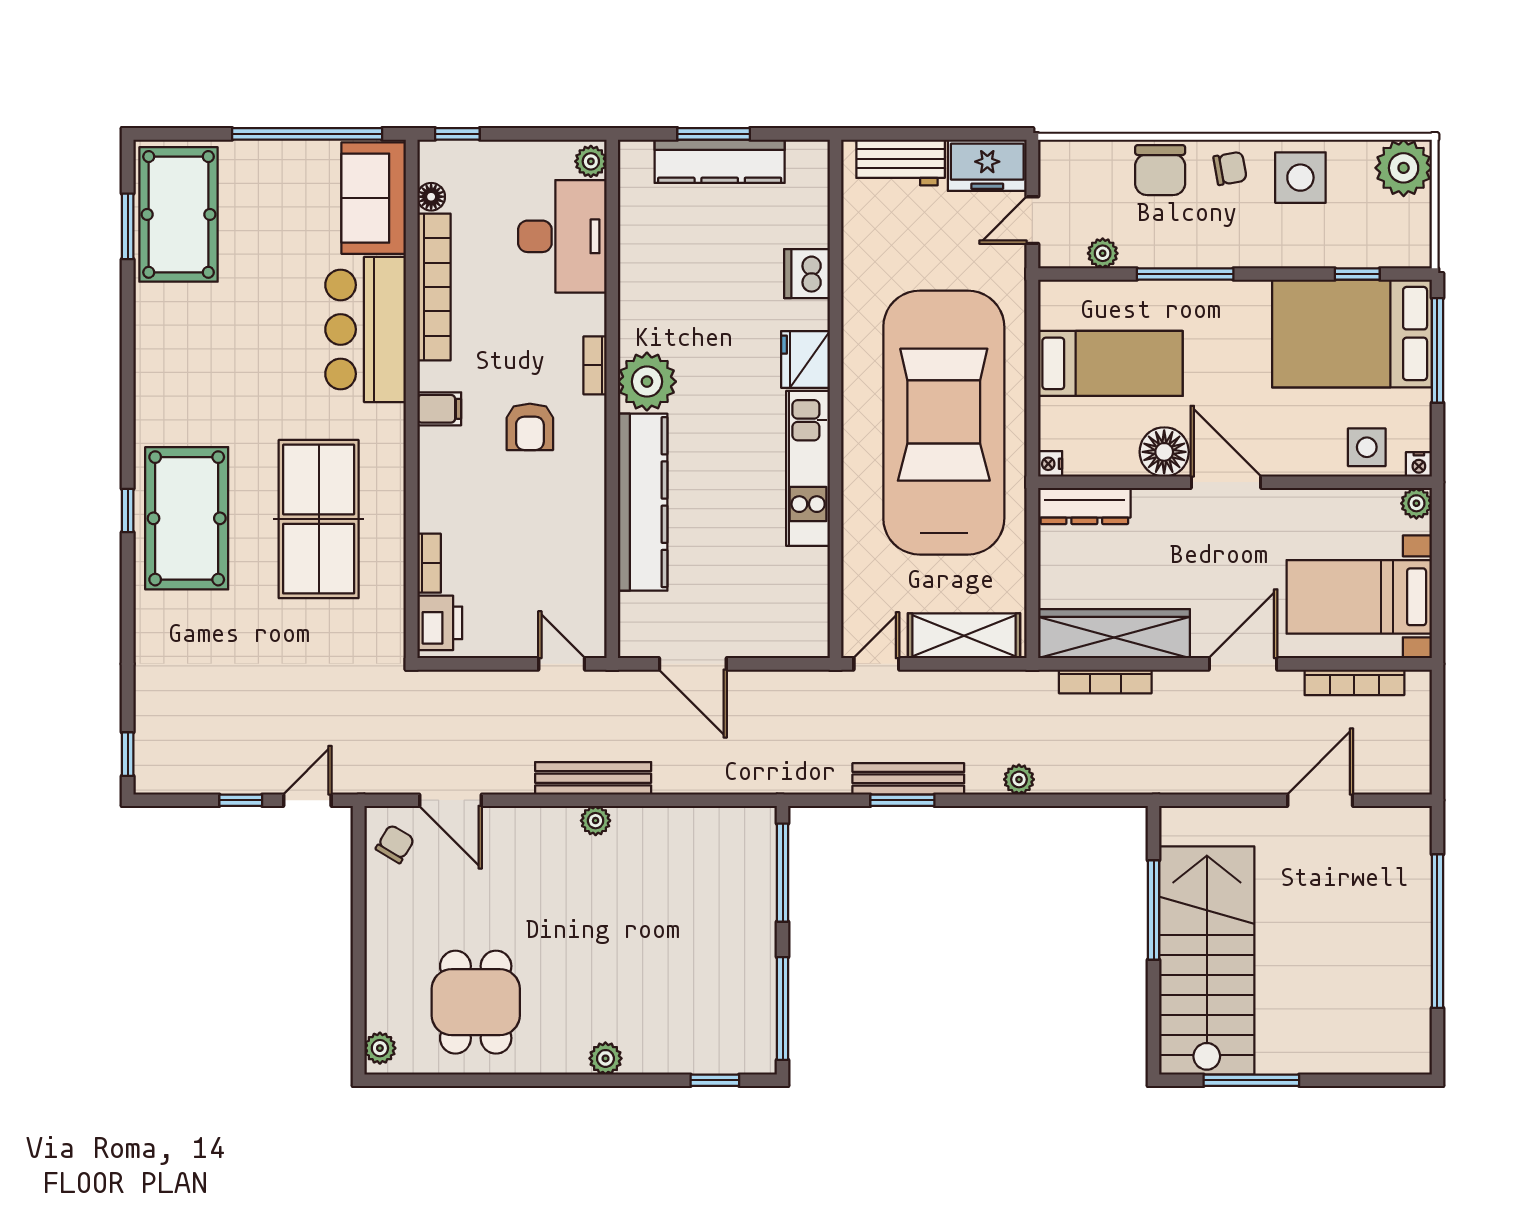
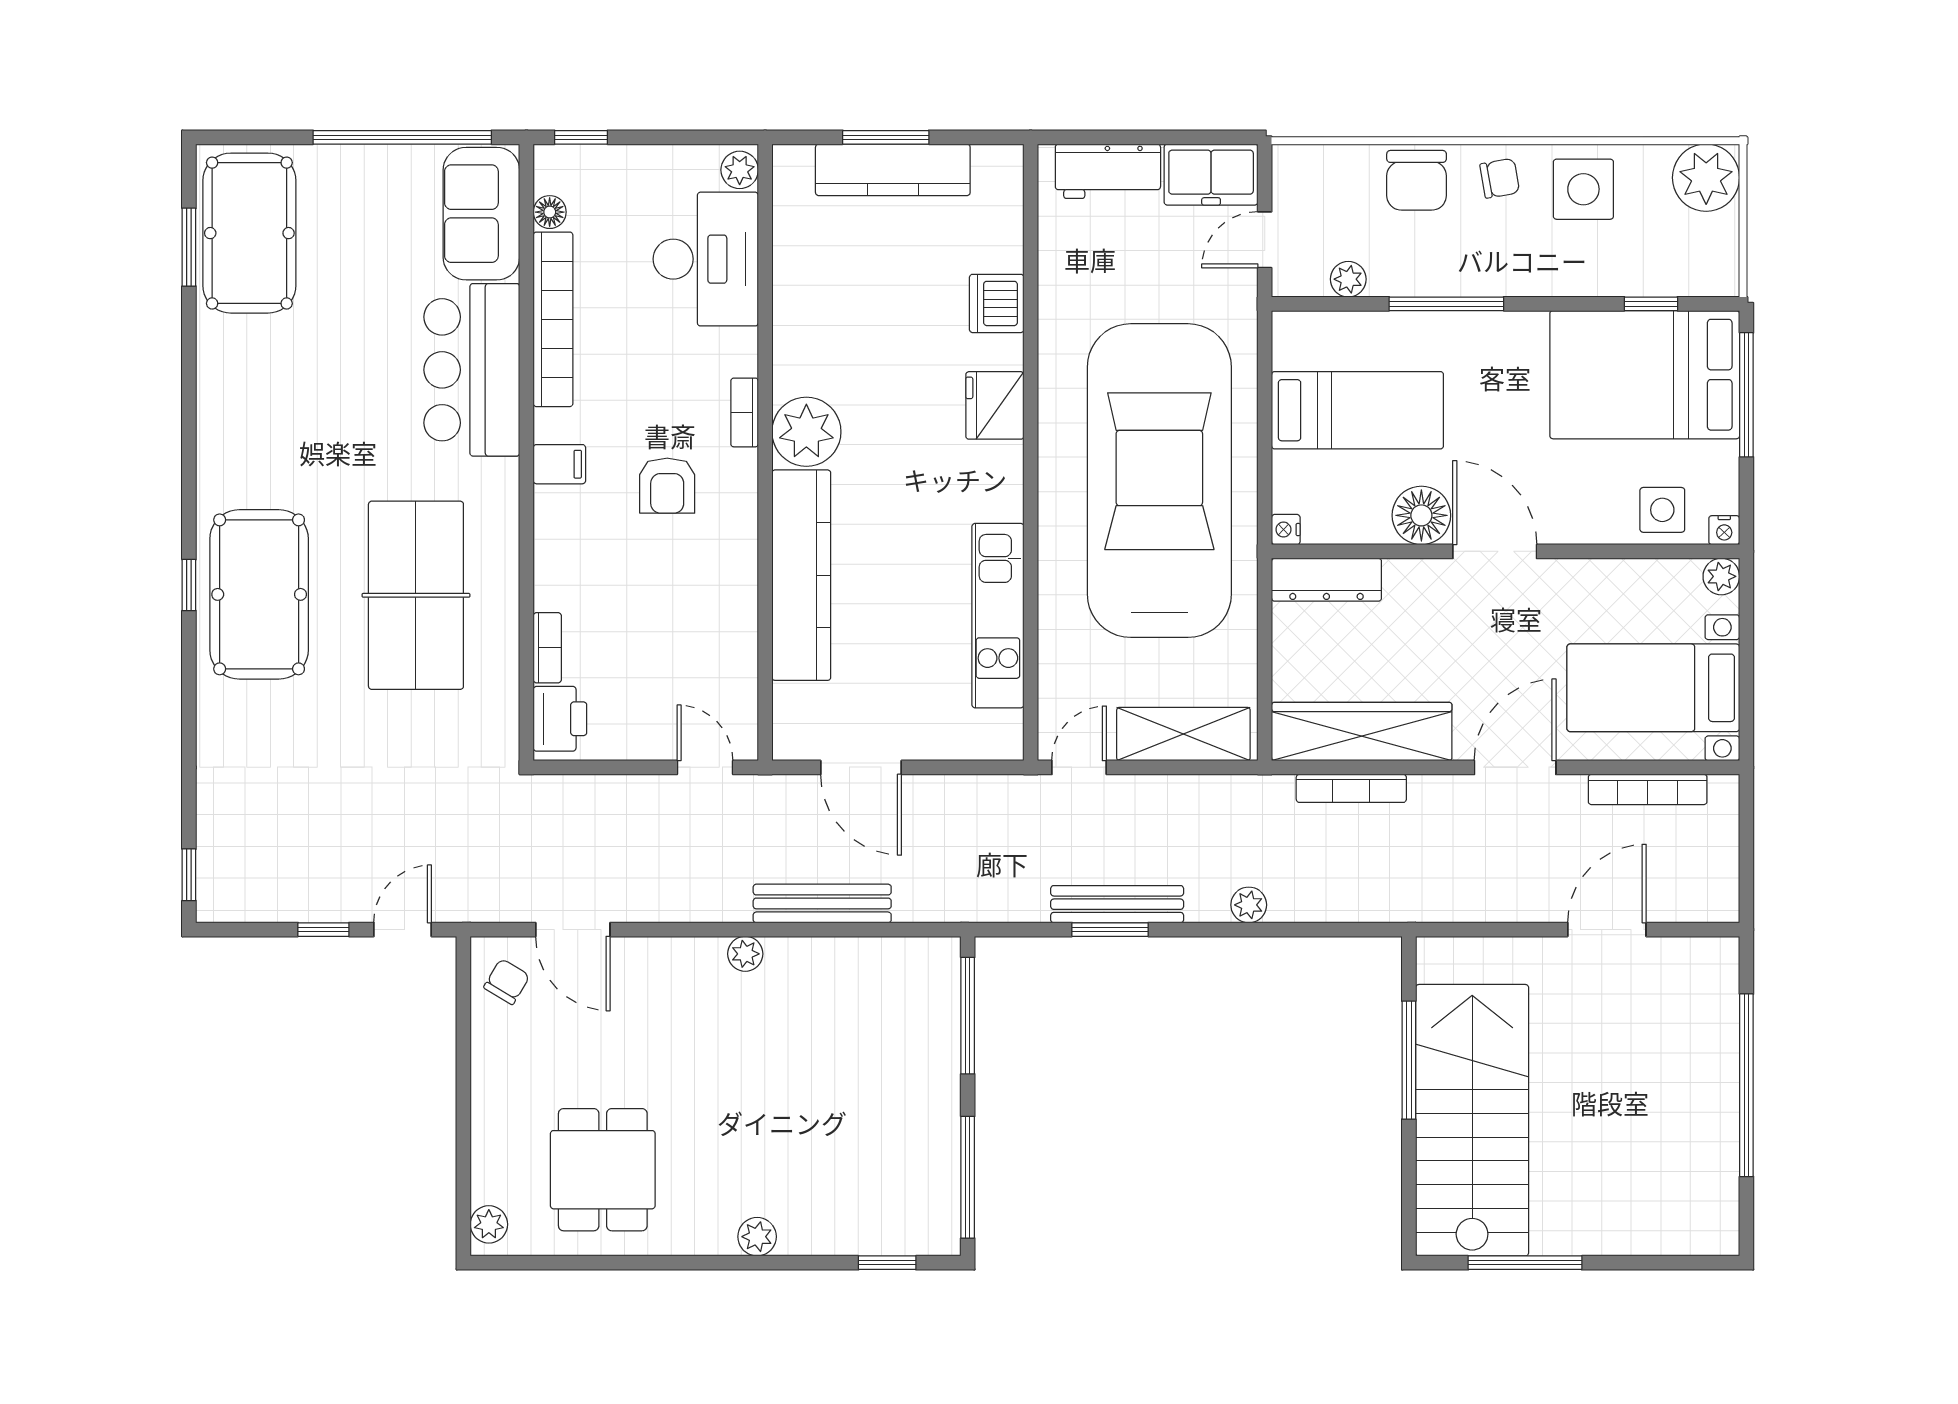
kitchen unit: (808, 468) -> (998, 616), moved
bench: (593, 778) -> (822, 903), moved

